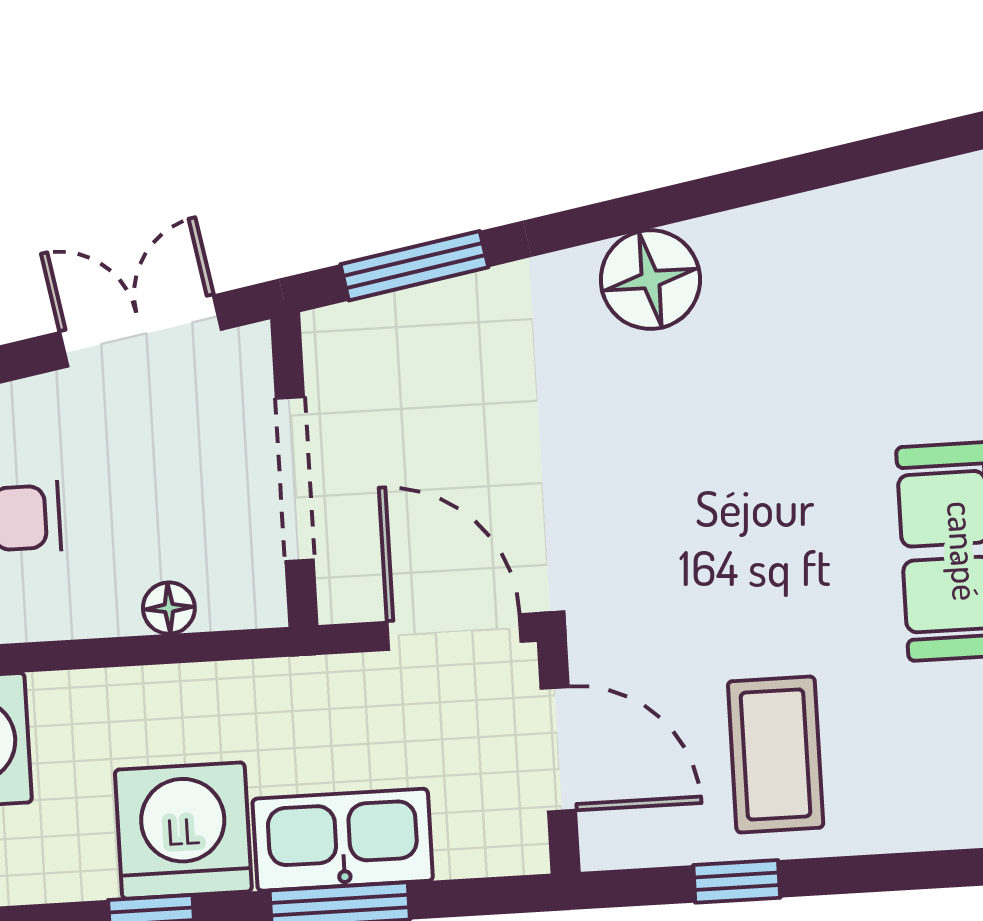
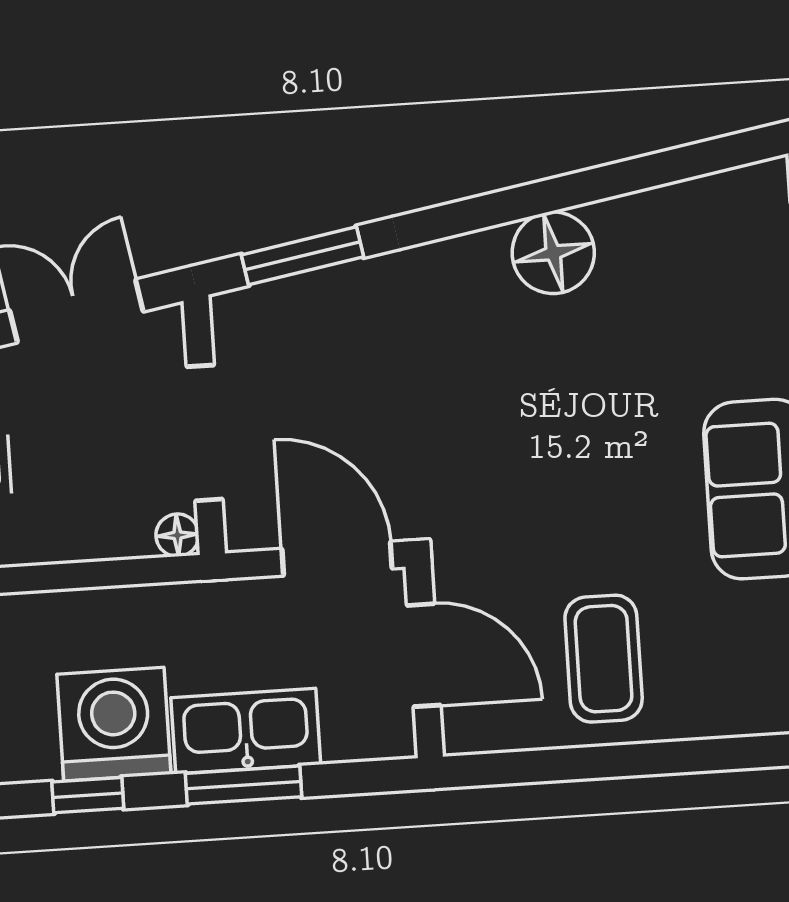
floor lamp: (650, 280) -> (553, 253), moved
floor lamp: (169, 608) -> (177, 535), moved
window: (737, 881) -> (572, 764), removed

